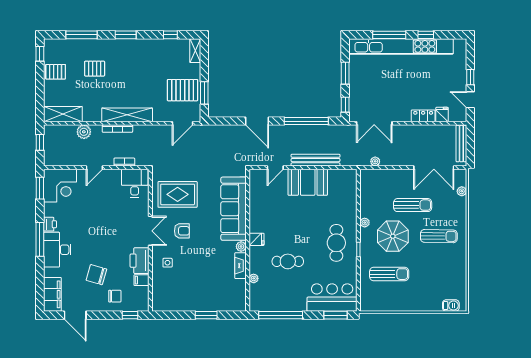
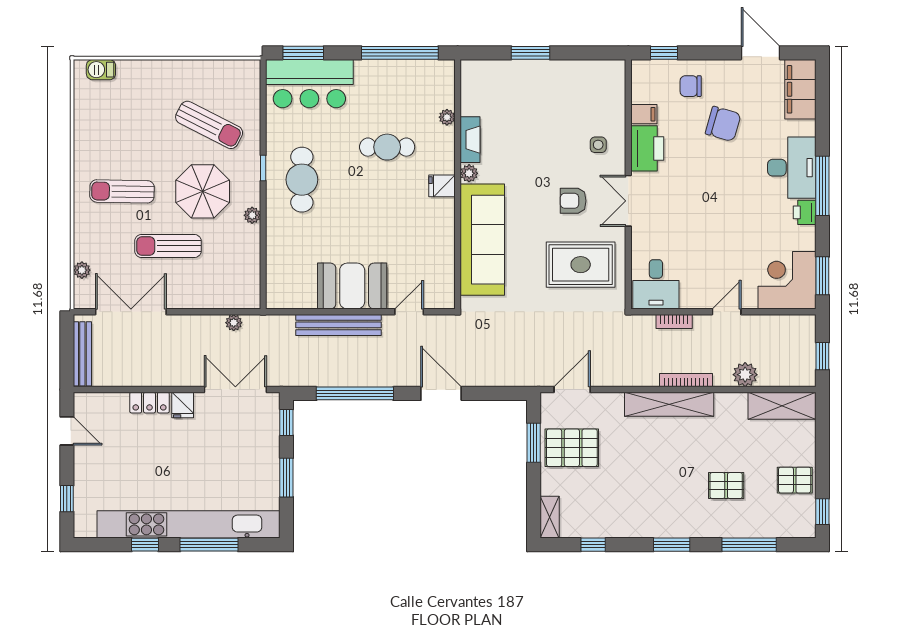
window: (470, 77) -> (67, 499), moved
fridge: (442, 114) -> (183, 405), moved
sun lounger: (389, 274) -> (209, 125), turned -153

